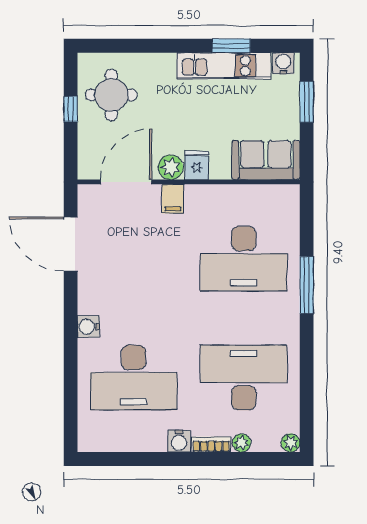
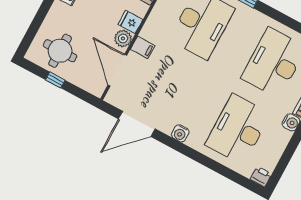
water cooler: (88, 327) -> (180, 133), moved
desk: (134, 378) -> (238, 129), turned 180
printer: (88, 440) -> (261, 177), added

